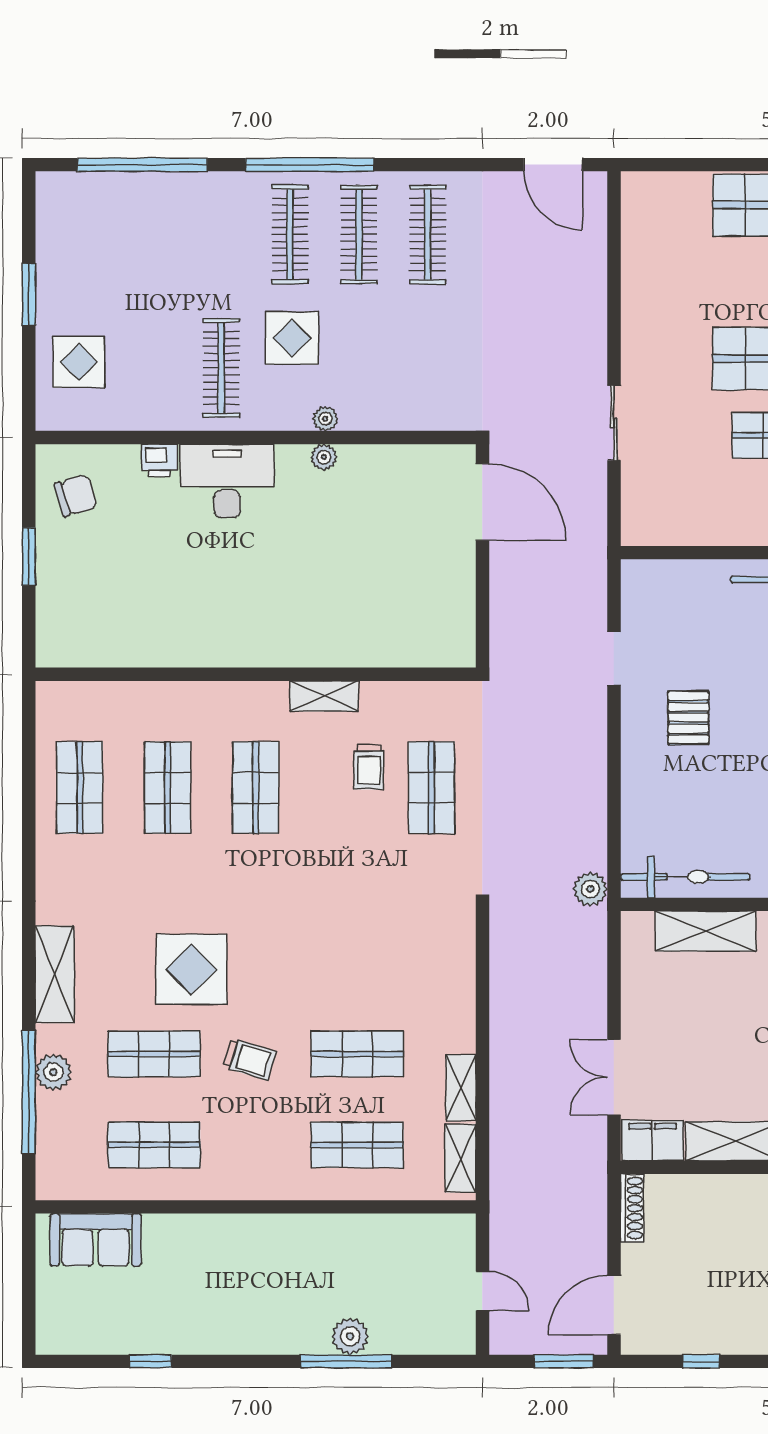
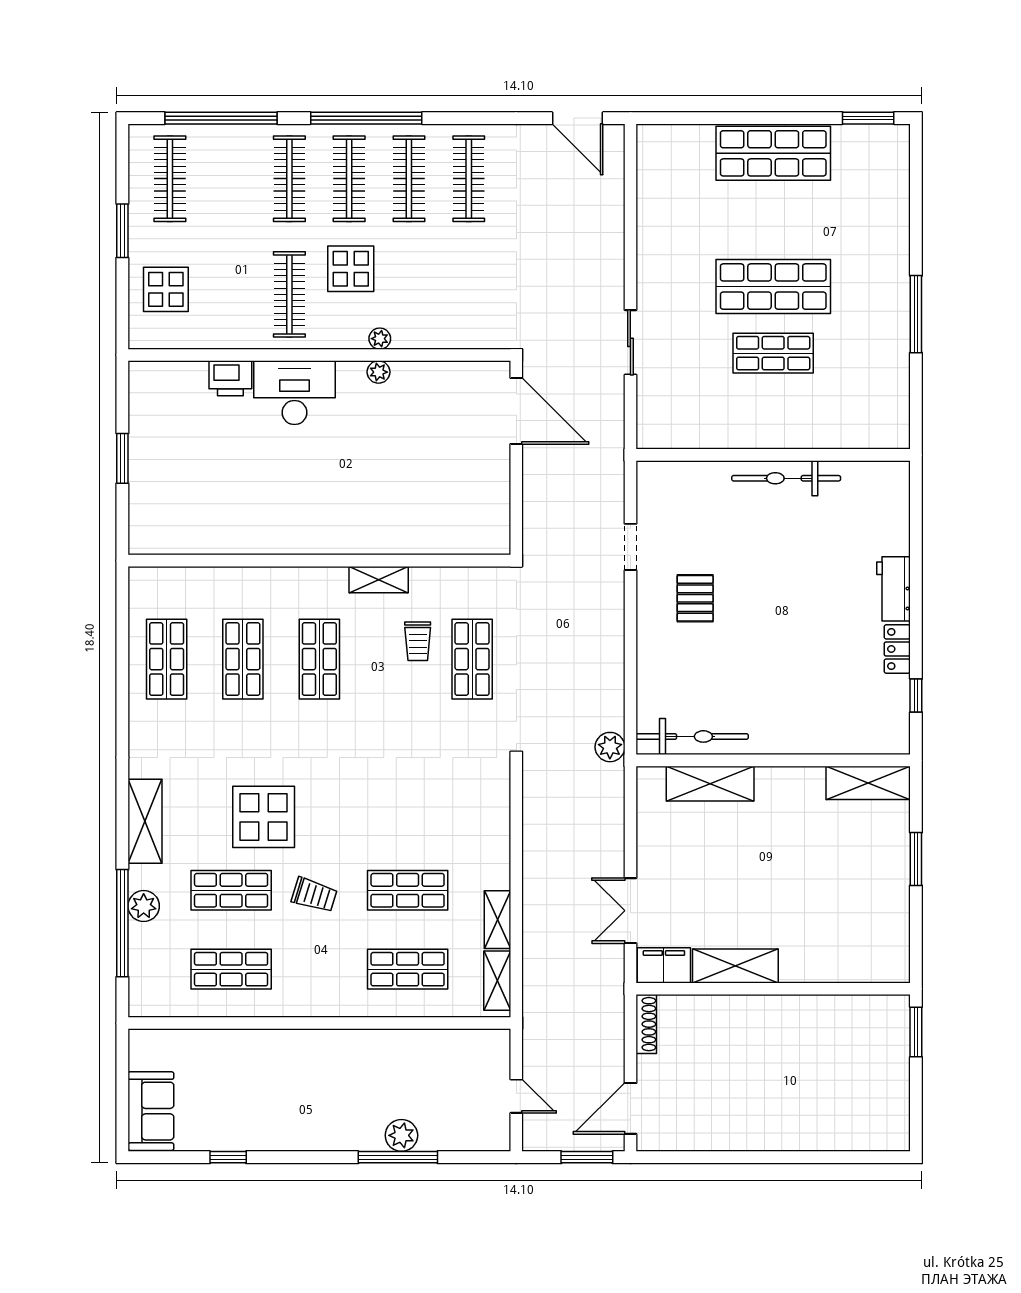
clothes rail: (84, 234) -> (170, 179), added
clothes rail: (221, 234) -> (289, 179), added
printer: (160, 460) -> (230, 378), width x1.36, depth x1.24
chair: (76, 495) -> (163, 405), removed
sofa: (96, 1240) -> (151, 1111), moved, turned -90
window: (701, 1361) -> (706, 1157), removed

